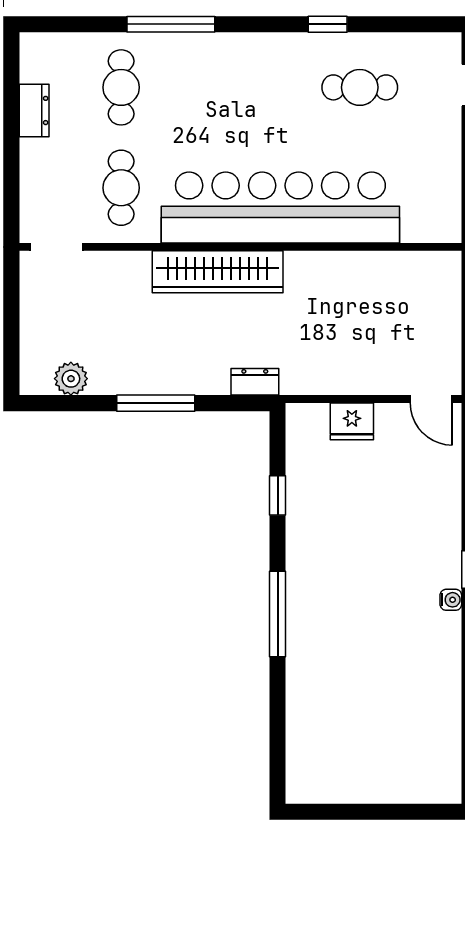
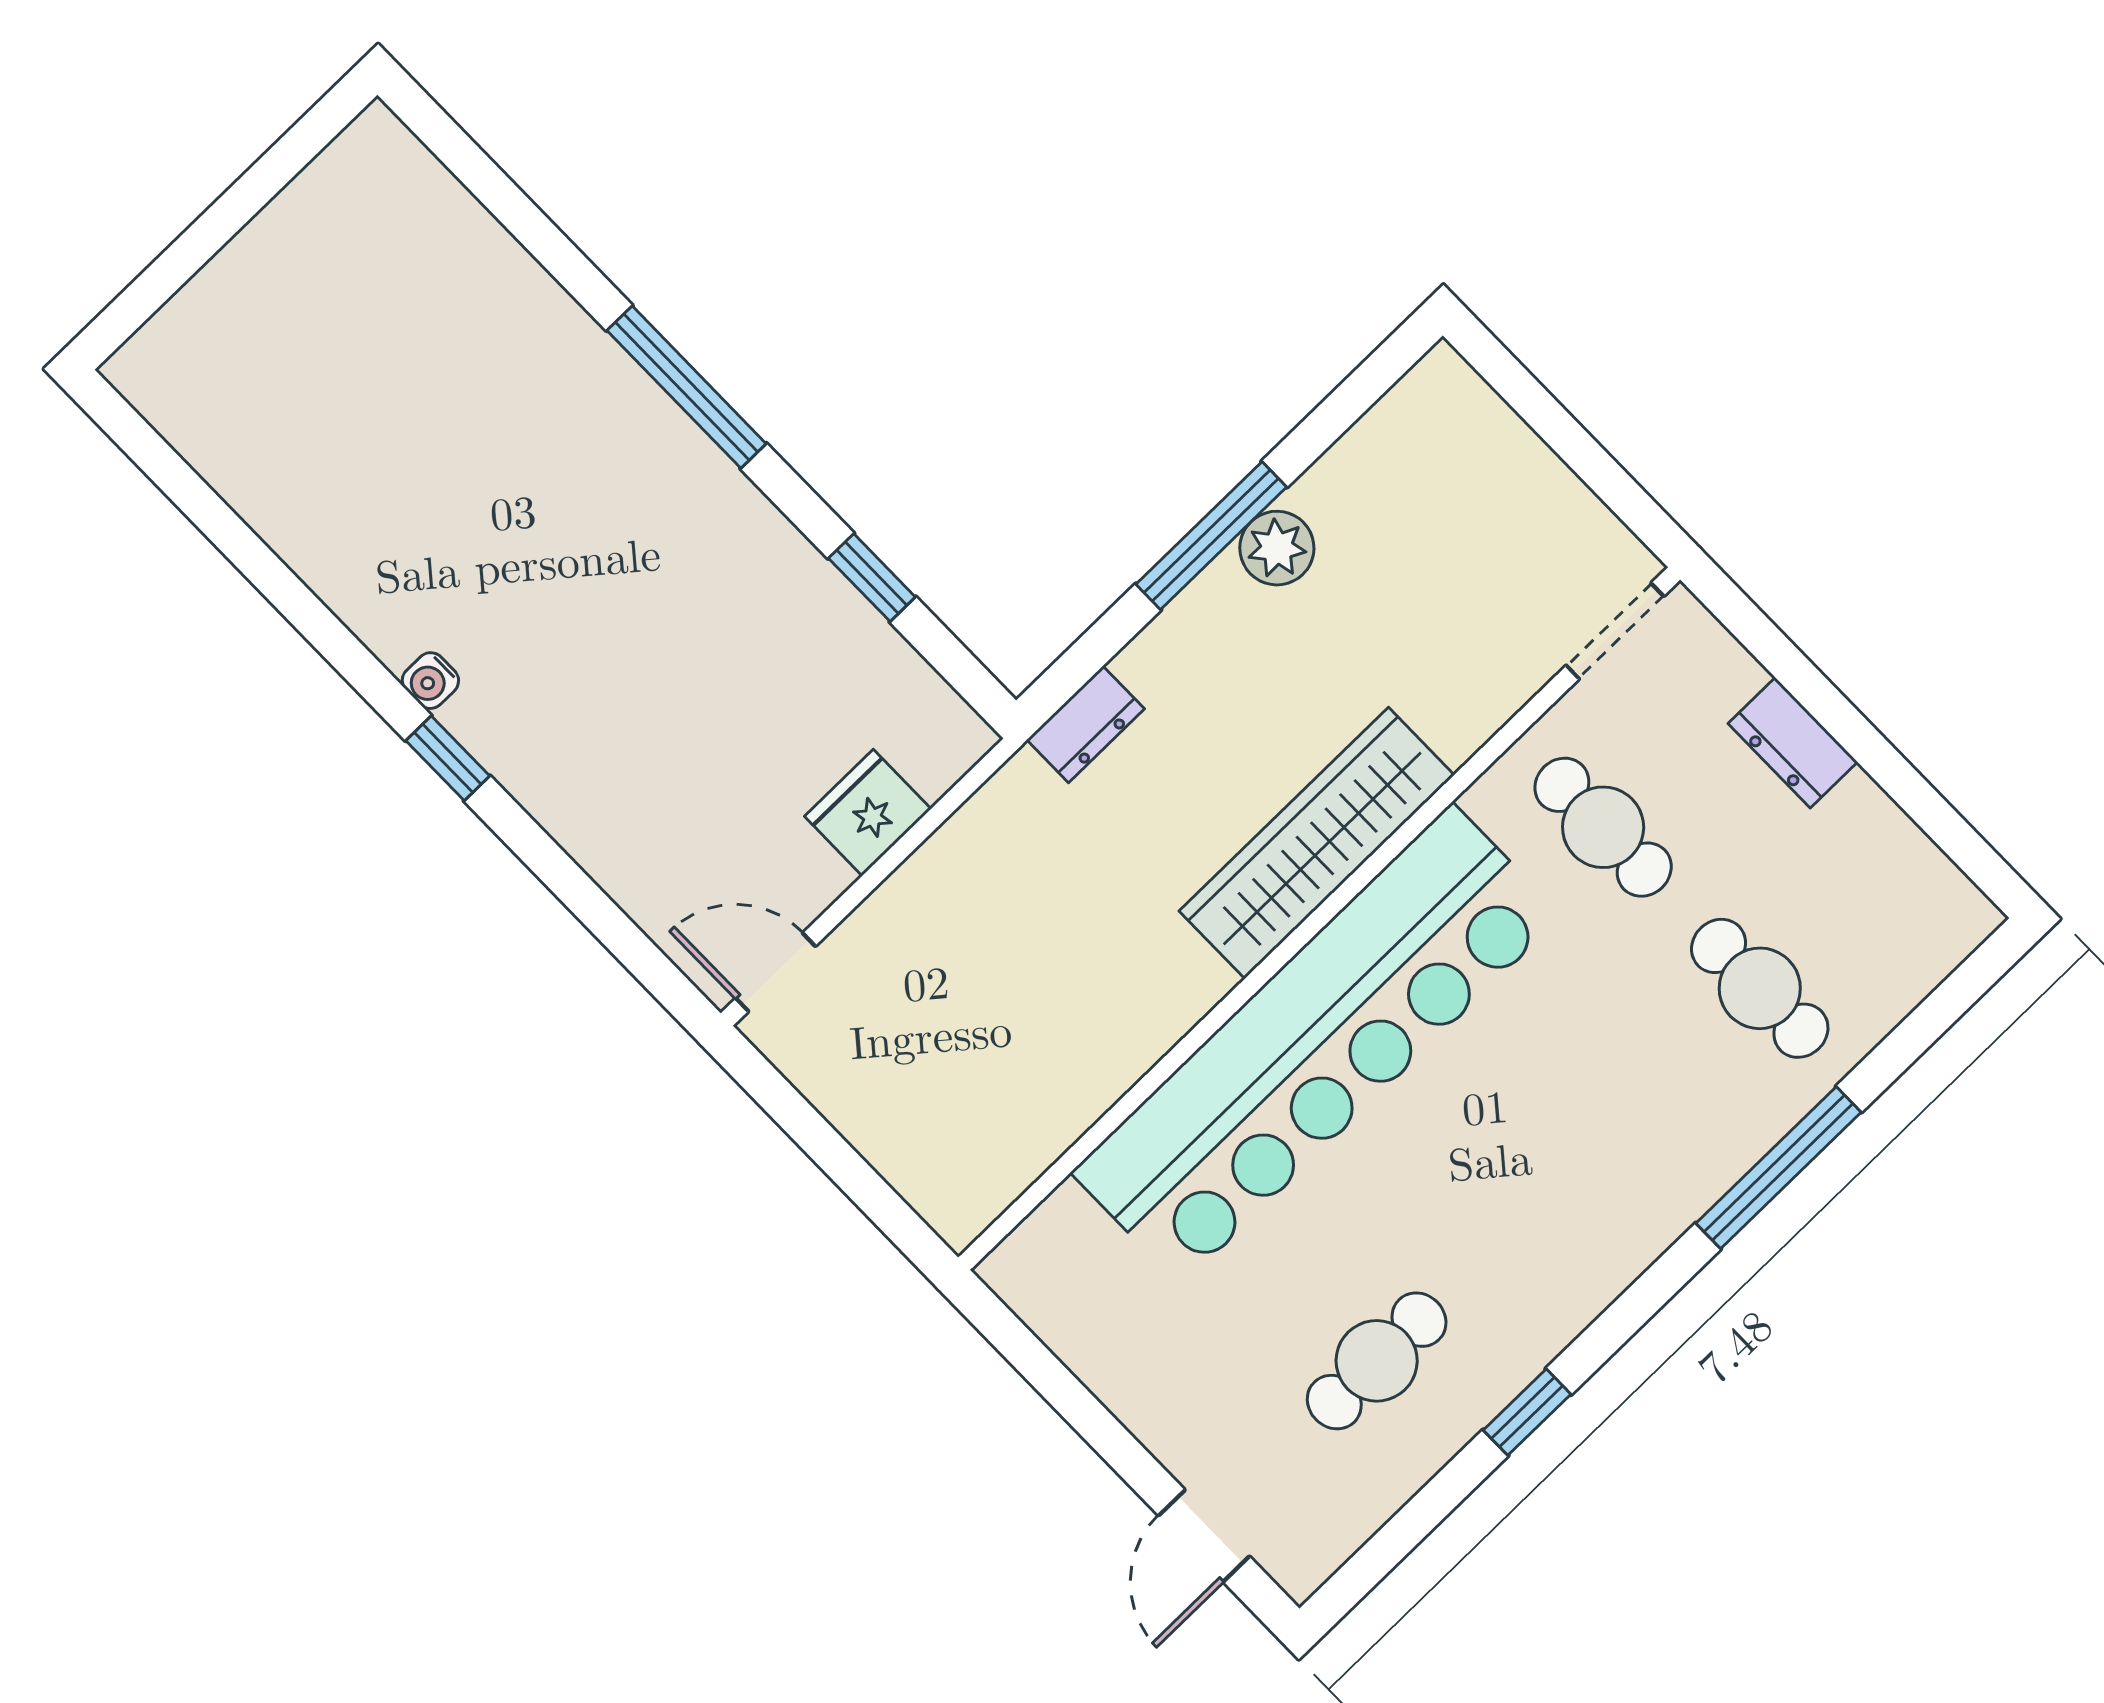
dresser: (34, 110) -> (1793, 743), moved
plant: (71, 379) -> (1277, 548), moved

